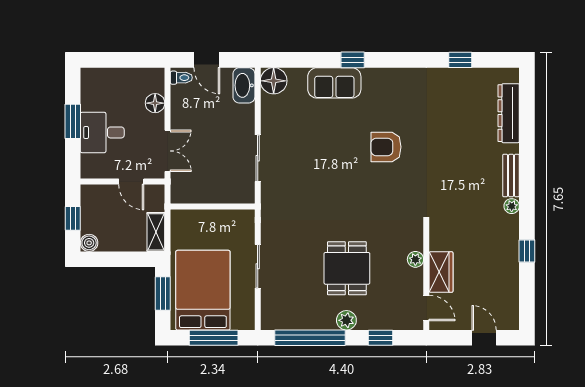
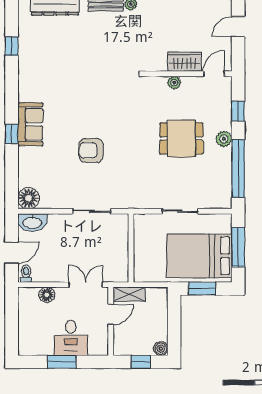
sofa: (334, 83) -> (30, 124), moved
armchair: (386, 147) -> (91, 150), moved, turned 90
shelving: (156, 232) -> (129, 294), moved

